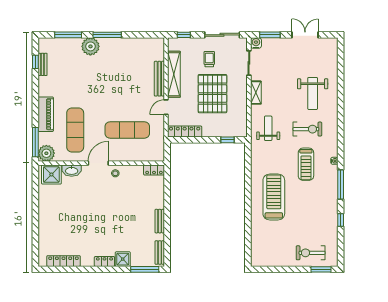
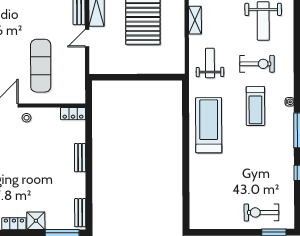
exercise mat: (127, 130) -> (41, 66), turned 90
locker: (185, 131) -> (110, 67), removed
window: (227, 140) -> (161, 77), removed
treadmill: (274, 197) -> (209, 125), moved
bench: (160, 221) -> (80, 158), moved

